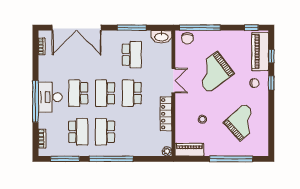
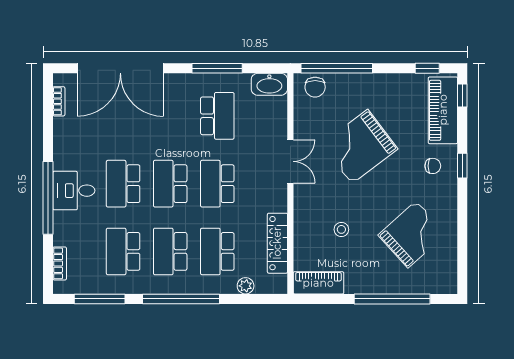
window: (271, 56) -> (462, 96), moved
desk: (50, 97) -> (74, 191), width x0.73
locker: (166, 114) -> (277, 243), moved
school desk: (78, 132) -> (123, 251), turned 180
school desk: (132, 132) -> (217, 251), added
plant: (167, 151) -> (246, 286), moved

